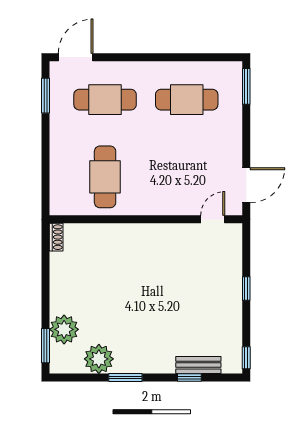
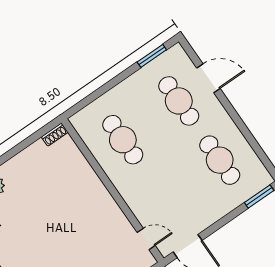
door: (76, 57) -> (208, 78), moved
cafe table: (105, 177) -> (123, 140), turned 90

